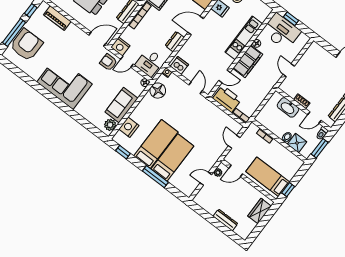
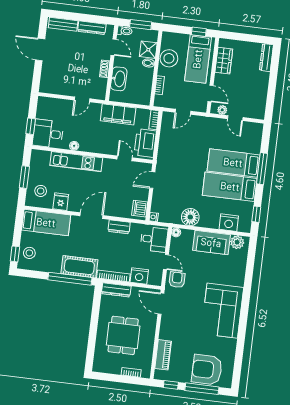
door: (196, 25) -> (91, 216), swing flipped
desk: (281, 31) -> (48, 134), width x0.73
nightstand: (120, 46) -> (139, 276), moved, turned 90
filing cabinet: (248, 61) -> (118, 114), moved, turned 180
armchair: (108, 62) -> (177, 280), turned 180
floor lamp: (158, 91) -> (190, 217), moved
stool: (281, 155) -> (169, 58), added
wardrobe: (260, 211) -> (224, 61), moved, turned -90
dresser: (225, 220) -> (266, 58), moved

